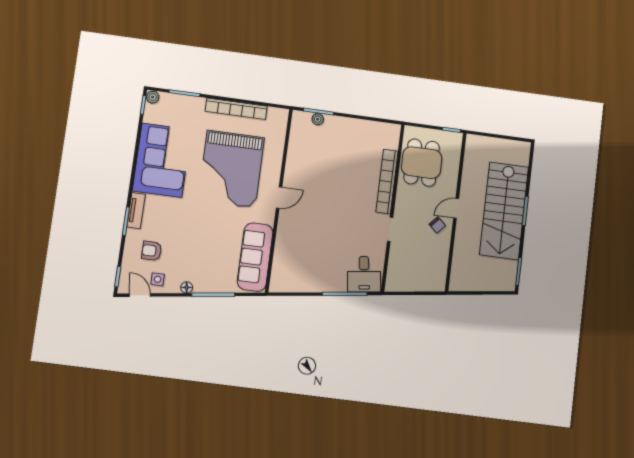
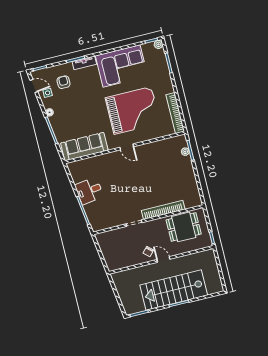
bookcase: (236, 109) -> (175, 113), moved
grand piano: (231, 169) -> (133, 110), turned 180
desk: (364, 274) -> (89, 191), moved
door: (140, 295) -> (34, 86), hinge flipped

